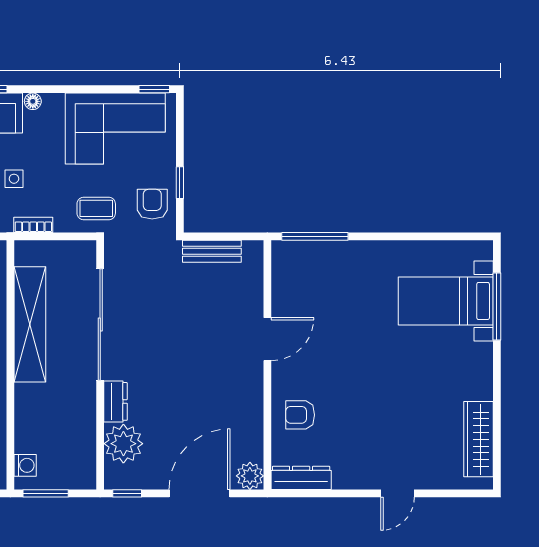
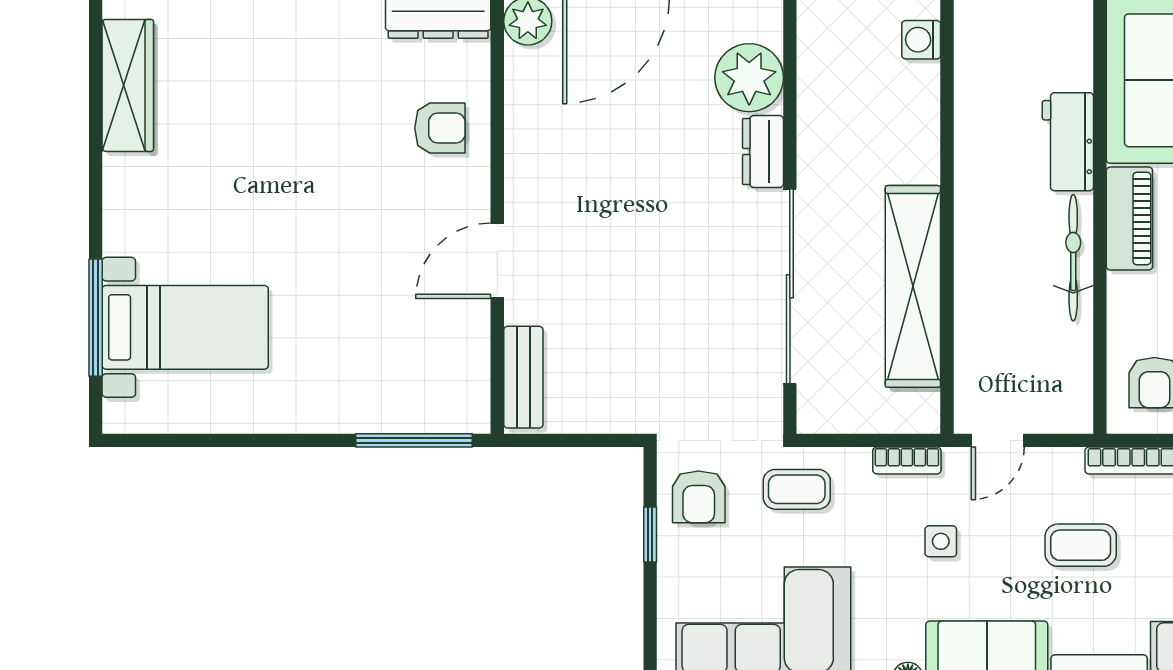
bench: (212, 251) -> (523, 377), moved, turned 90

